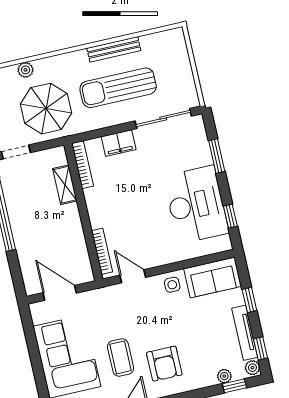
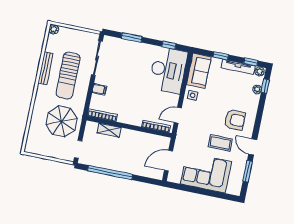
plant: (26, 70) -> (54, 29), moved
filing cabinet: (119, 143) -> (99, 89), width x0.50
desk: (196, 205) -> (168, 70), moved, turned 90

